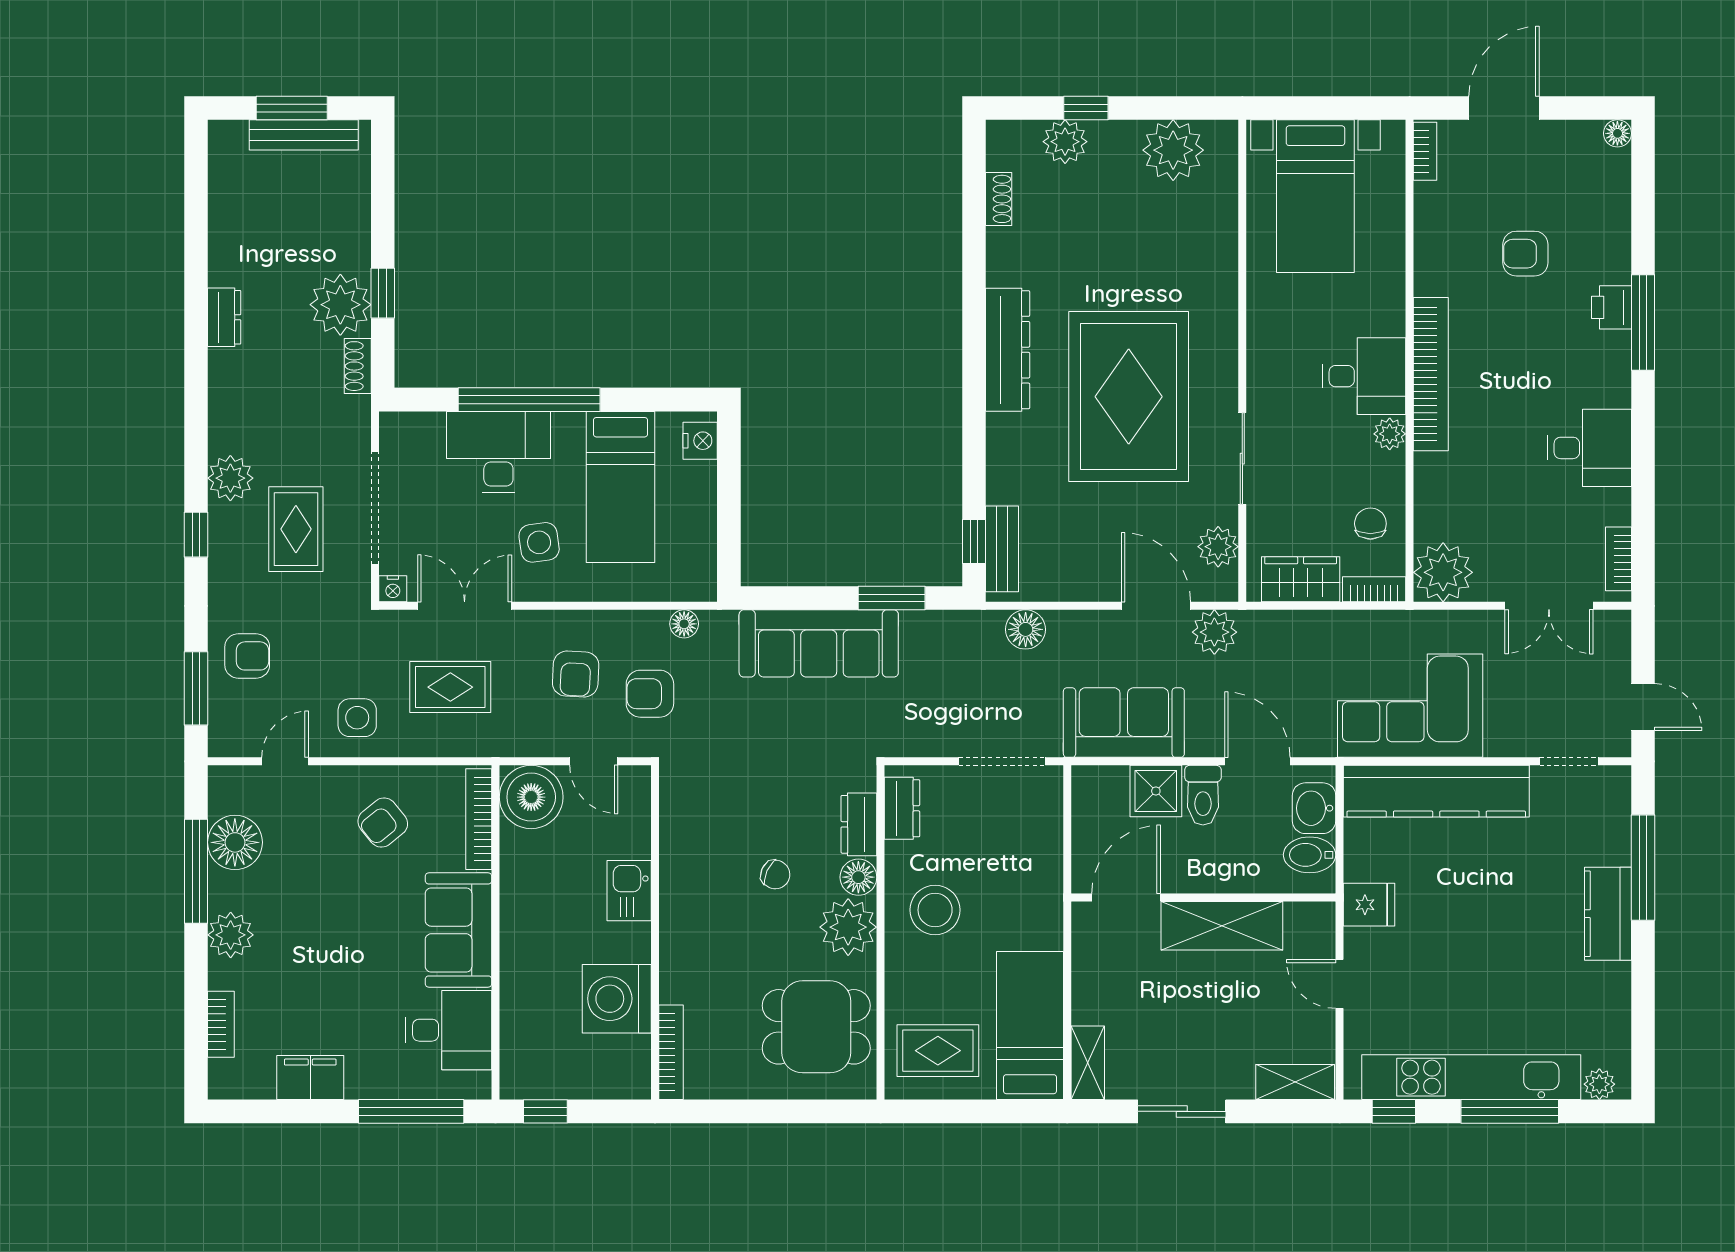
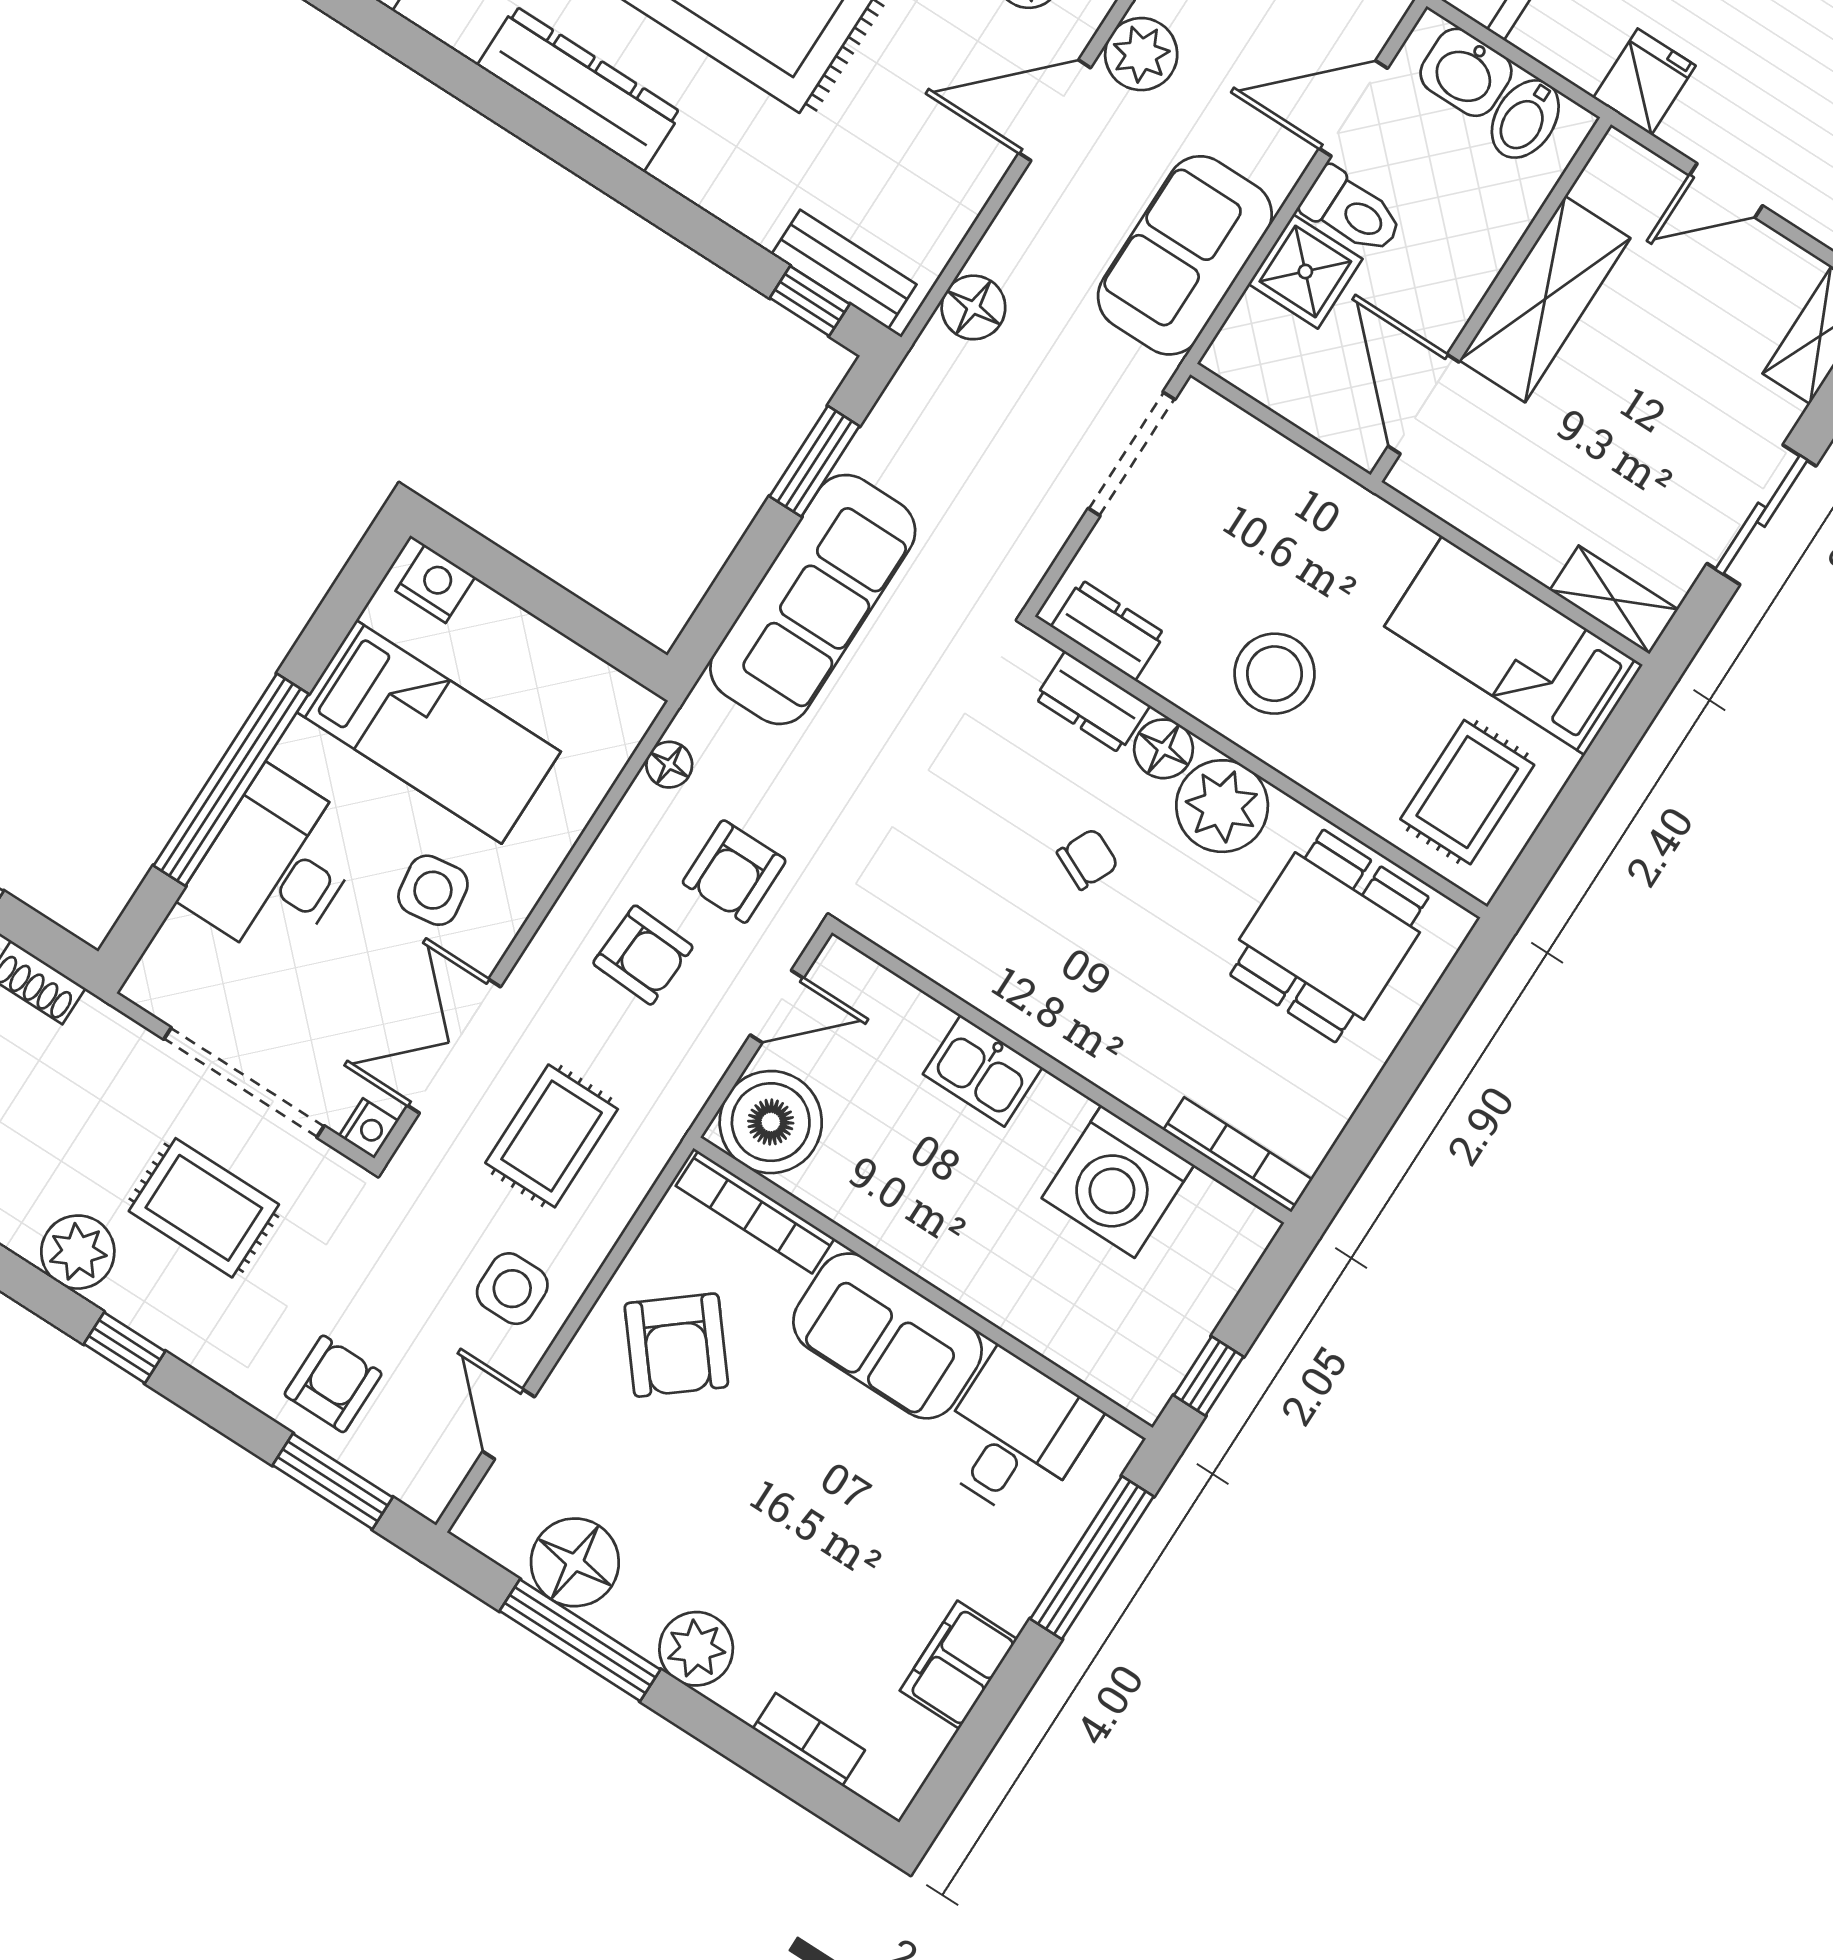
armchair: (383, 823) -> (676, 1345), width x1.38, depth x1.38

